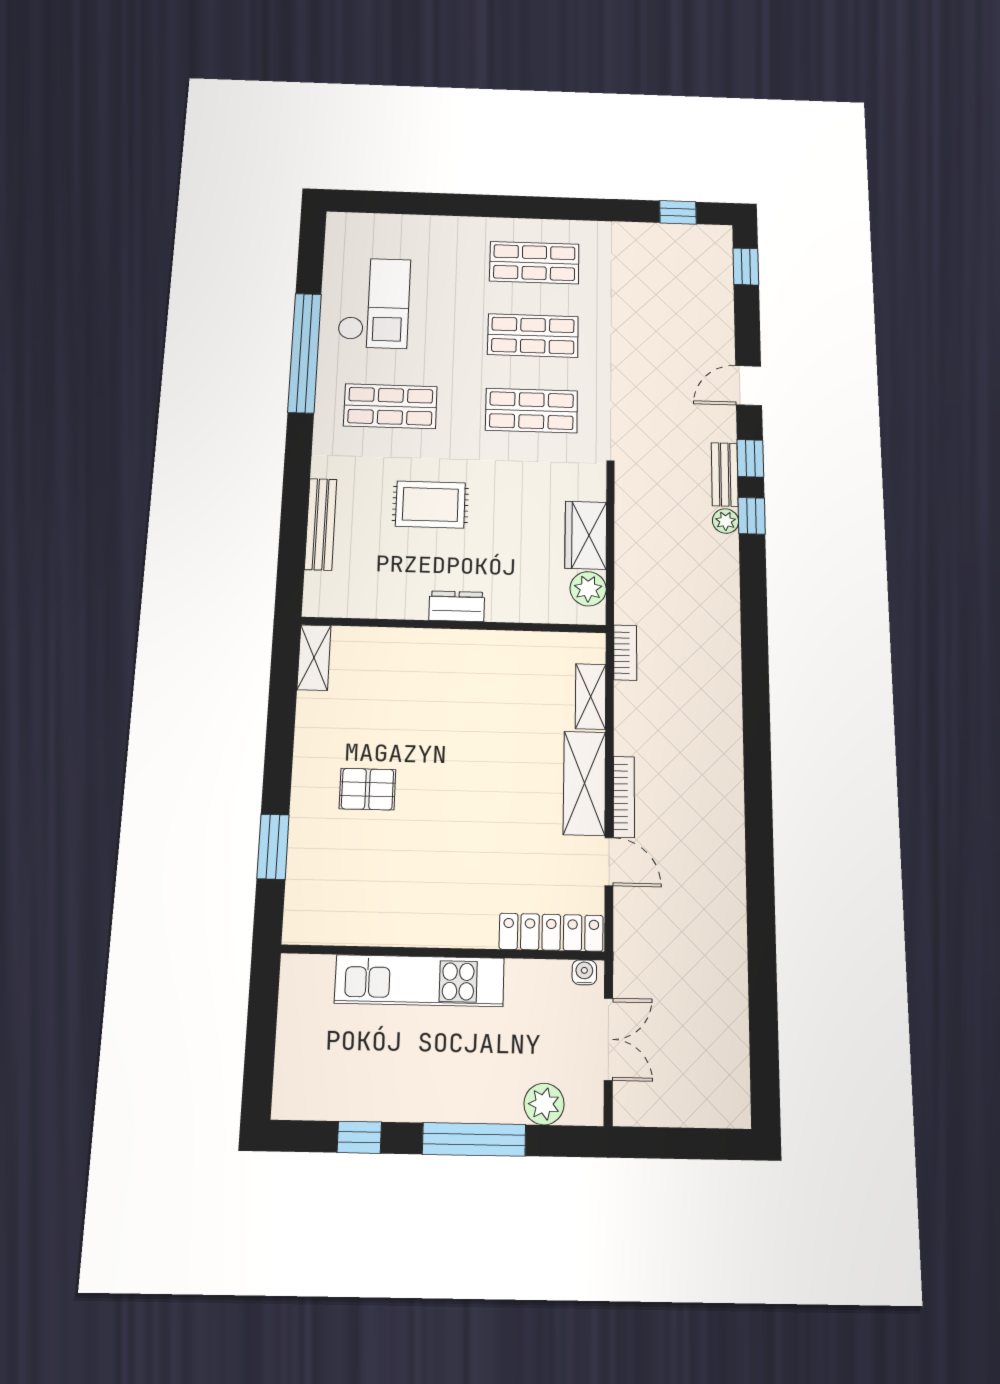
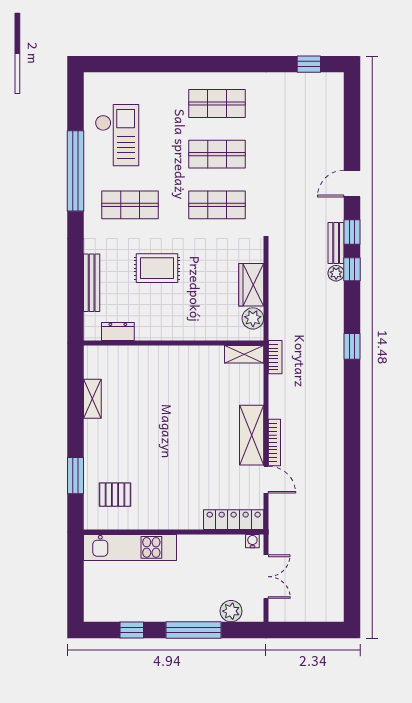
window: (746, 267) -> (352, 346), moved
dresser: (457, 606) -> (118, 332), moved
shelving: (314, 658) -> (92, 399), moved
shelving: (591, 697) -> (244, 354), moved, turned 90
pallet: (367, 789) -> (115, 495), moved
kitchen unit: (420, 981) -> (130, 547), moved

